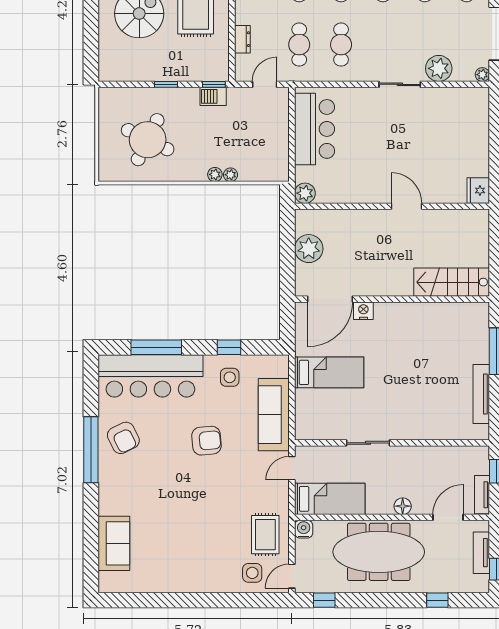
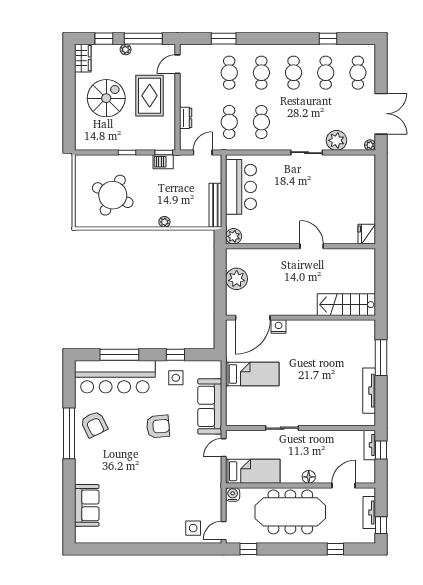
bench: (281, 153) -> (215, 205), added
plant: (230, 175) -> (176, 222), removed
tv unit: (482, 495) -> (370, 445), moved
rug: (265, 535) -> (203, 499), removed

